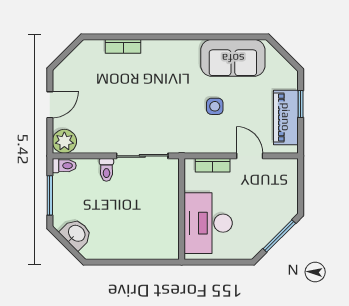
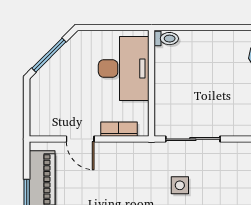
side table: (215, 106) -> (180, 185), moved
toilet: (106, 170) -> (166, 39), moved, turned 90

